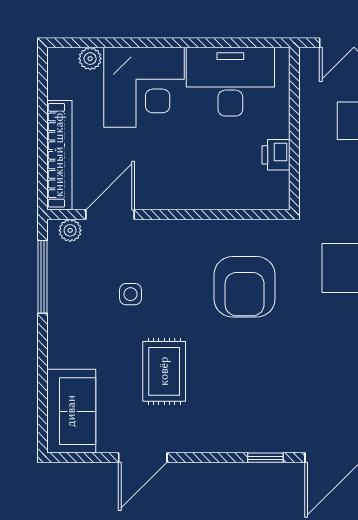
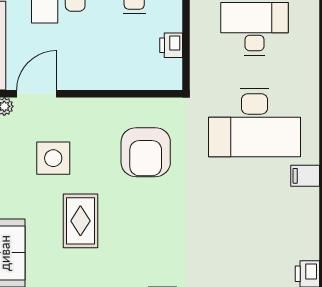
side table: (131, 294) -> (53, 158), width x1.87, depth x1.87

